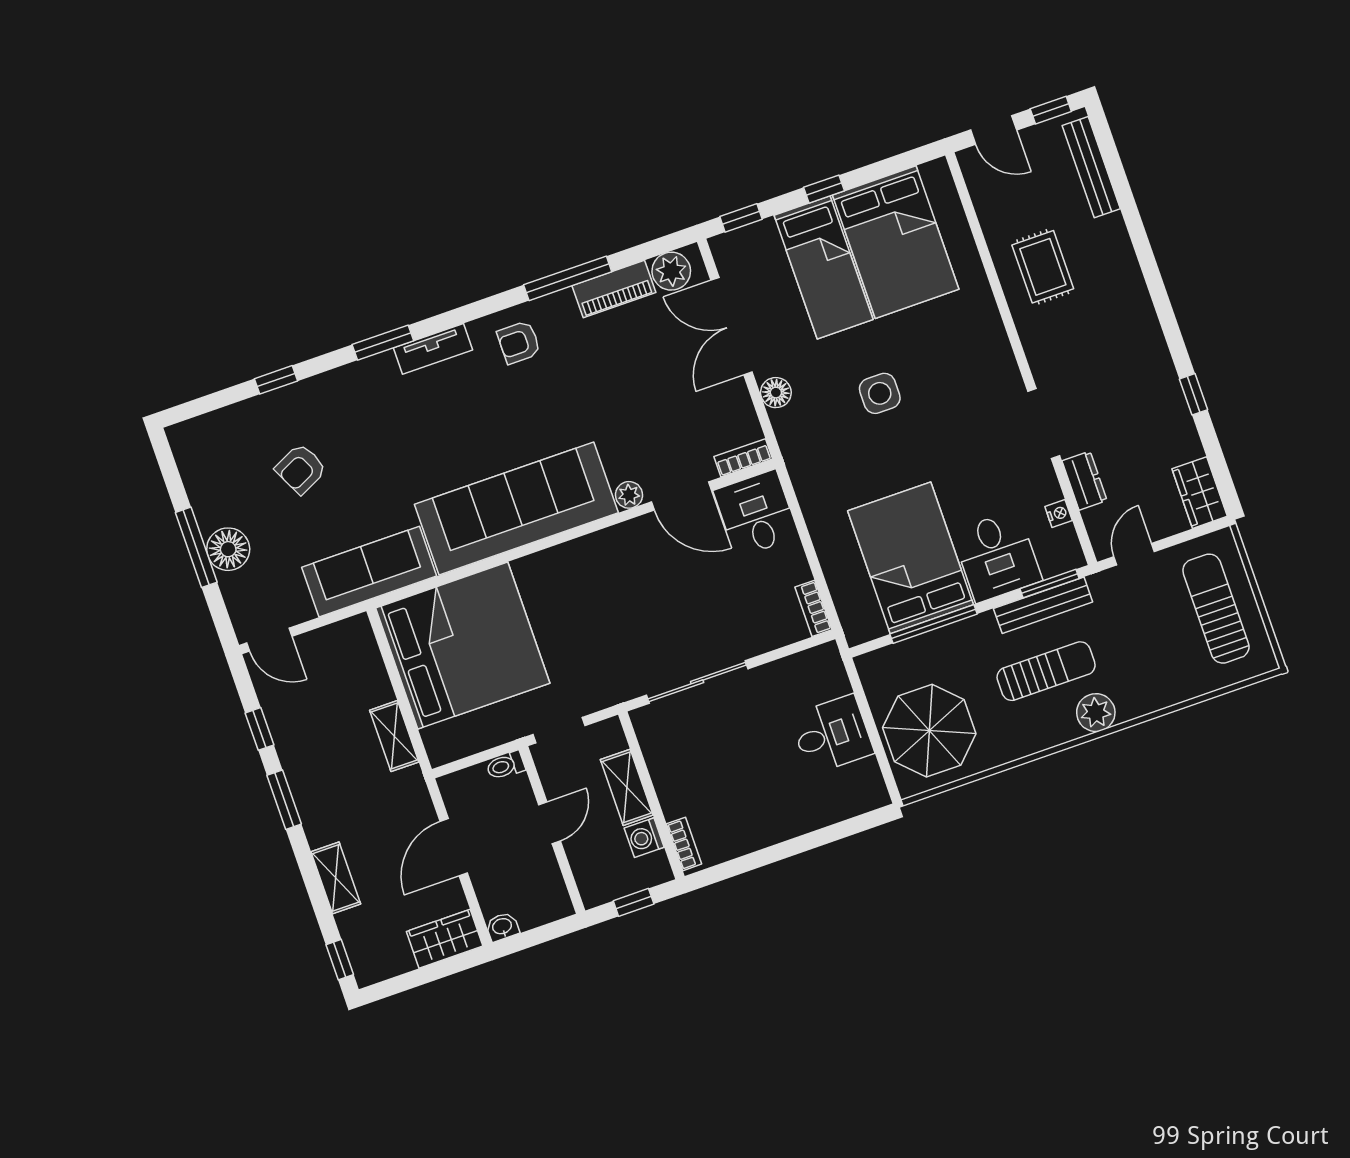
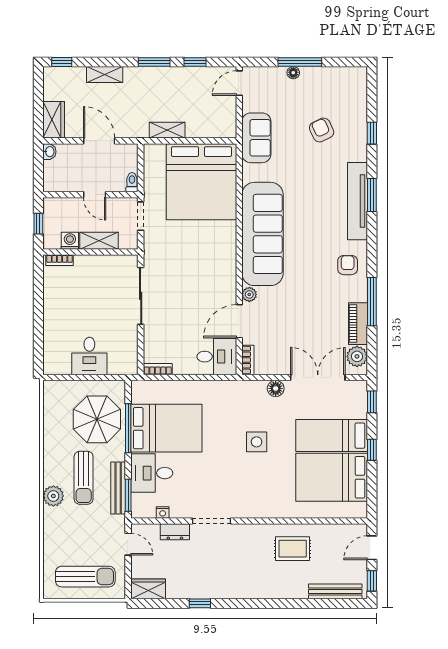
tv unit: (433, 349) -> (357, 201), width x1.92, depth x1.29
floor lamp: (228, 549) -> (293, 73), width x0.53, depth x0.53
sofa: (369, 572) -> (256, 138), width x0.73
parasol: (929, 731) -> (97, 419), moved

